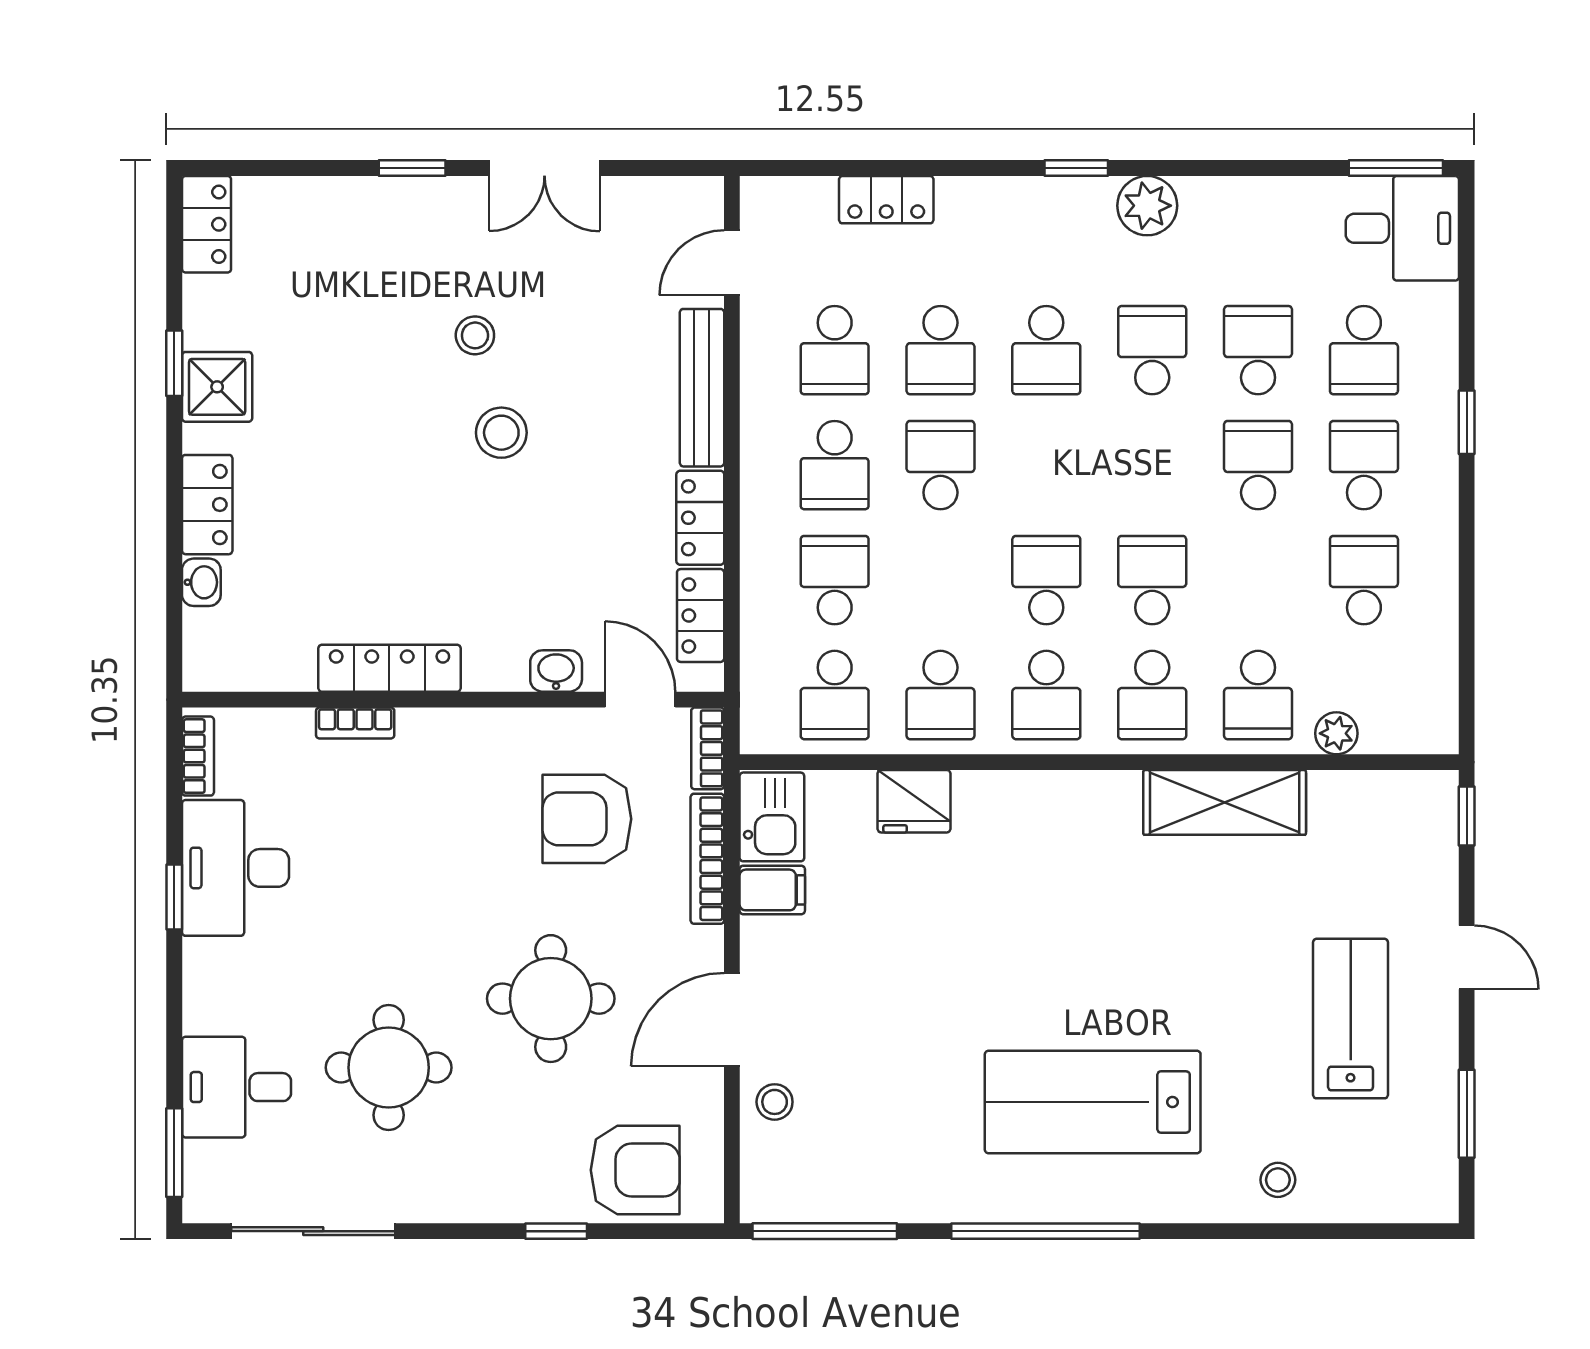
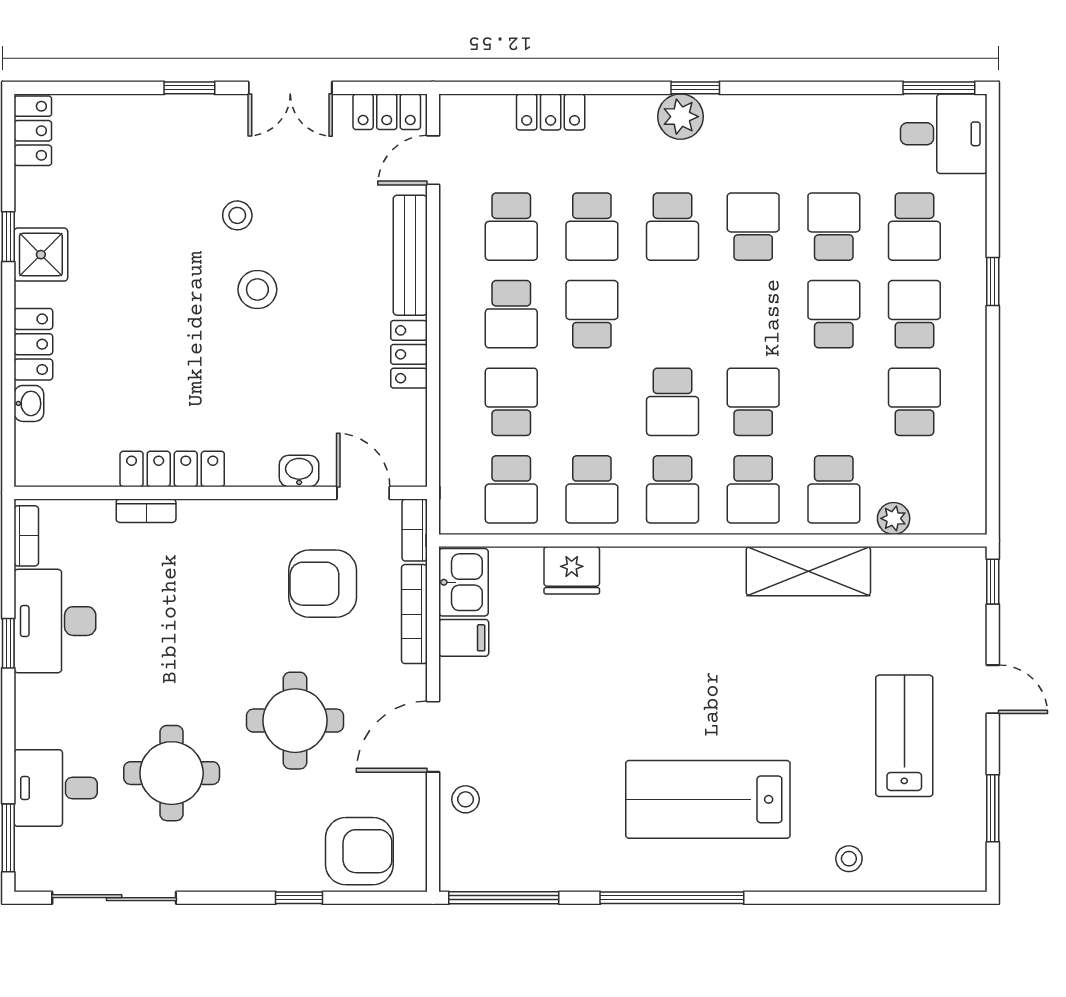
plant: (1147, 206) -> (680, 117), moved
school desk: (1046, 580) -> (673, 402), turned 180
locker: (701, 615) -> (387, 112), moved, turned -90

